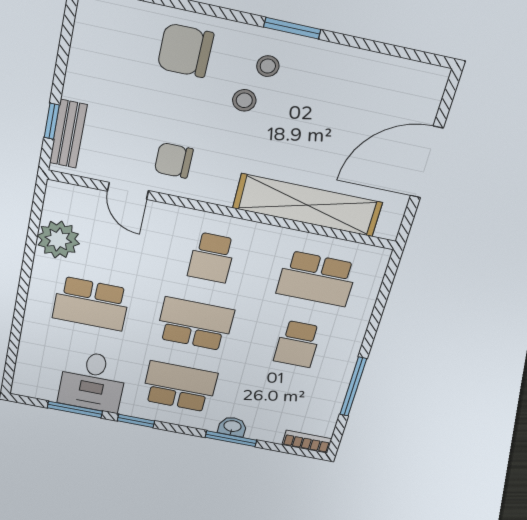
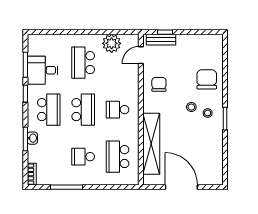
door: (128, 191) -> (141, 55), moved

